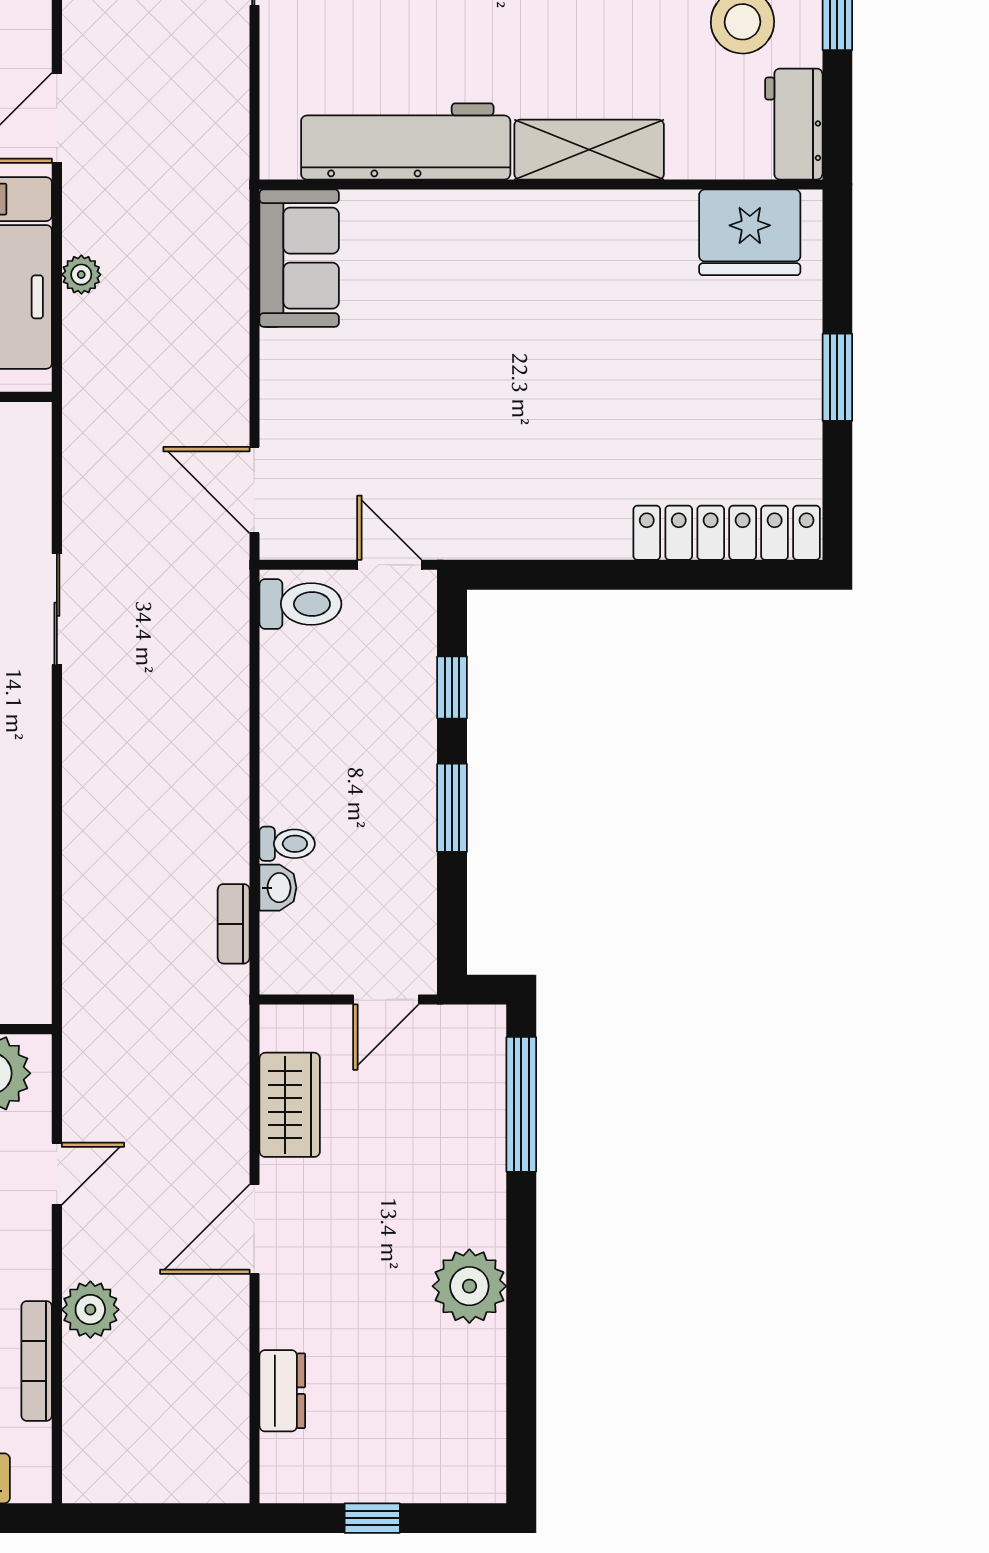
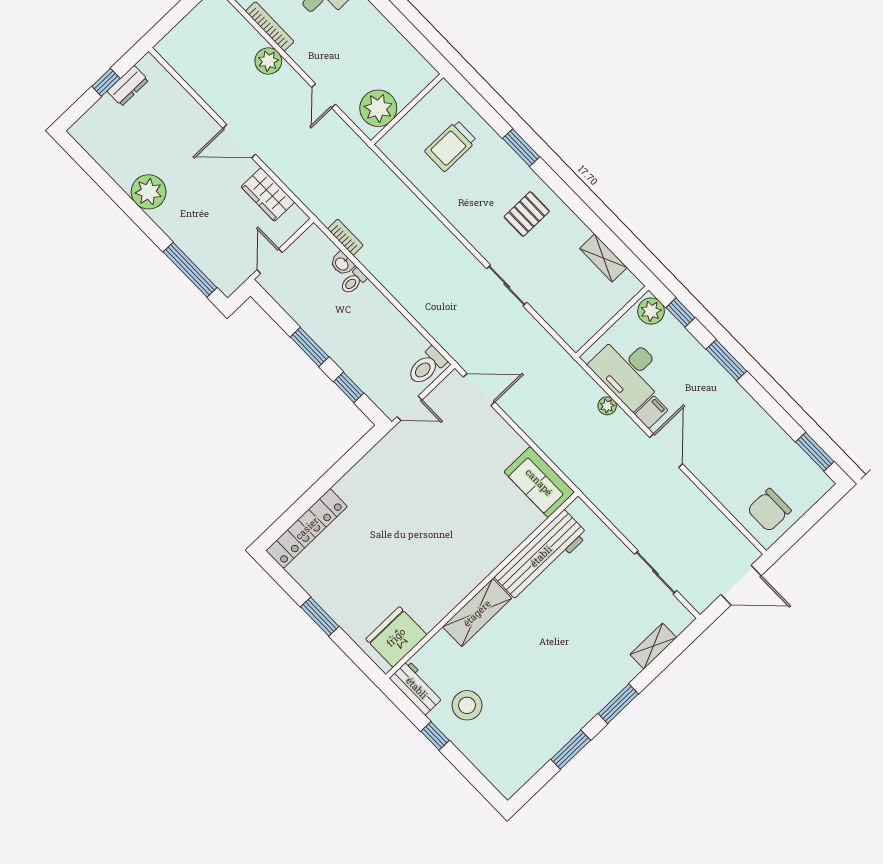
door: (254, 1229) -> (239, 141), swing flipped
dresser: (282, 1391) -> (128, 86), moved, turned -90

